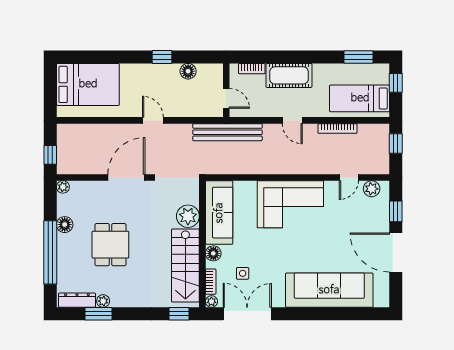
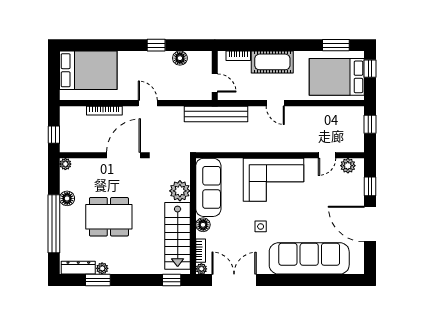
bed: (360, 98) -> (337, 77), width x1.50
bookcase: (337, 129) -> (104, 111), moved
dining table: (110, 245) -> (109, 217), width x1.38
side table: (243, 273) -> (261, 226), moved

